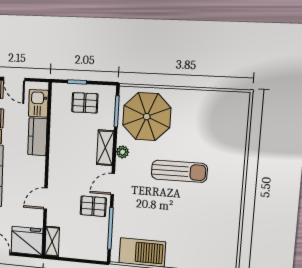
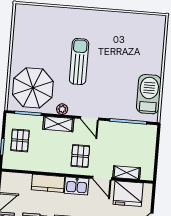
kitchen sink: (38, 103) -> (77, 186), moved
pallet: (93, 206) -> (80, 156), moved
fridge: (27, 241) -> (128, 194), moved, turned -90
shelving: (52, 242) -> (127, 173), moved

